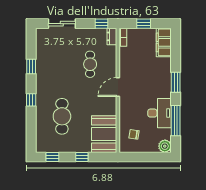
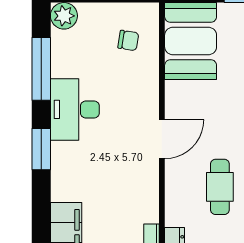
desk: (160, 113) -> (75, 109), moved

